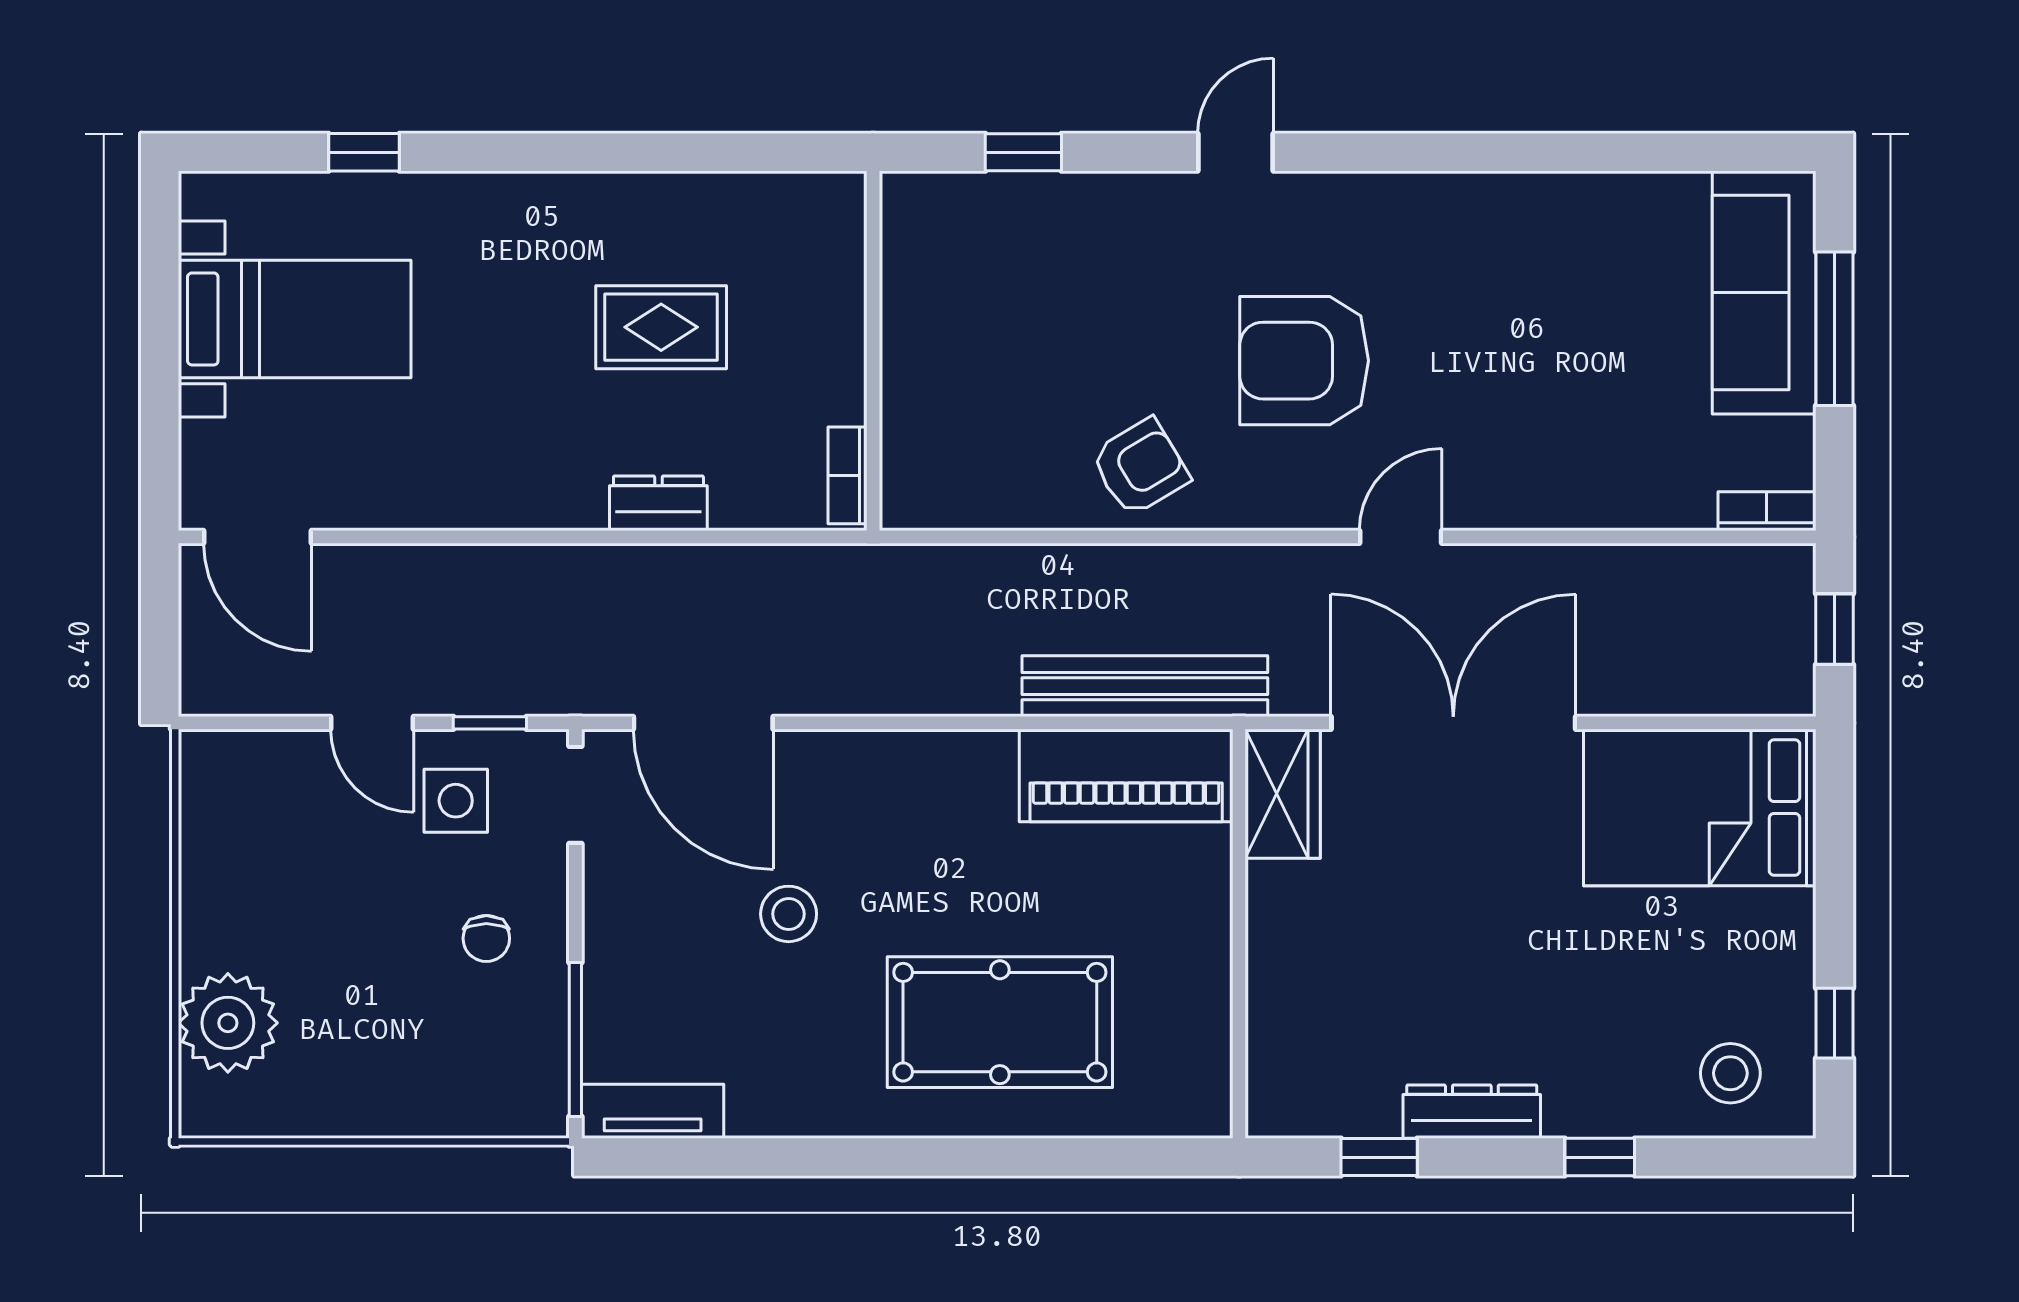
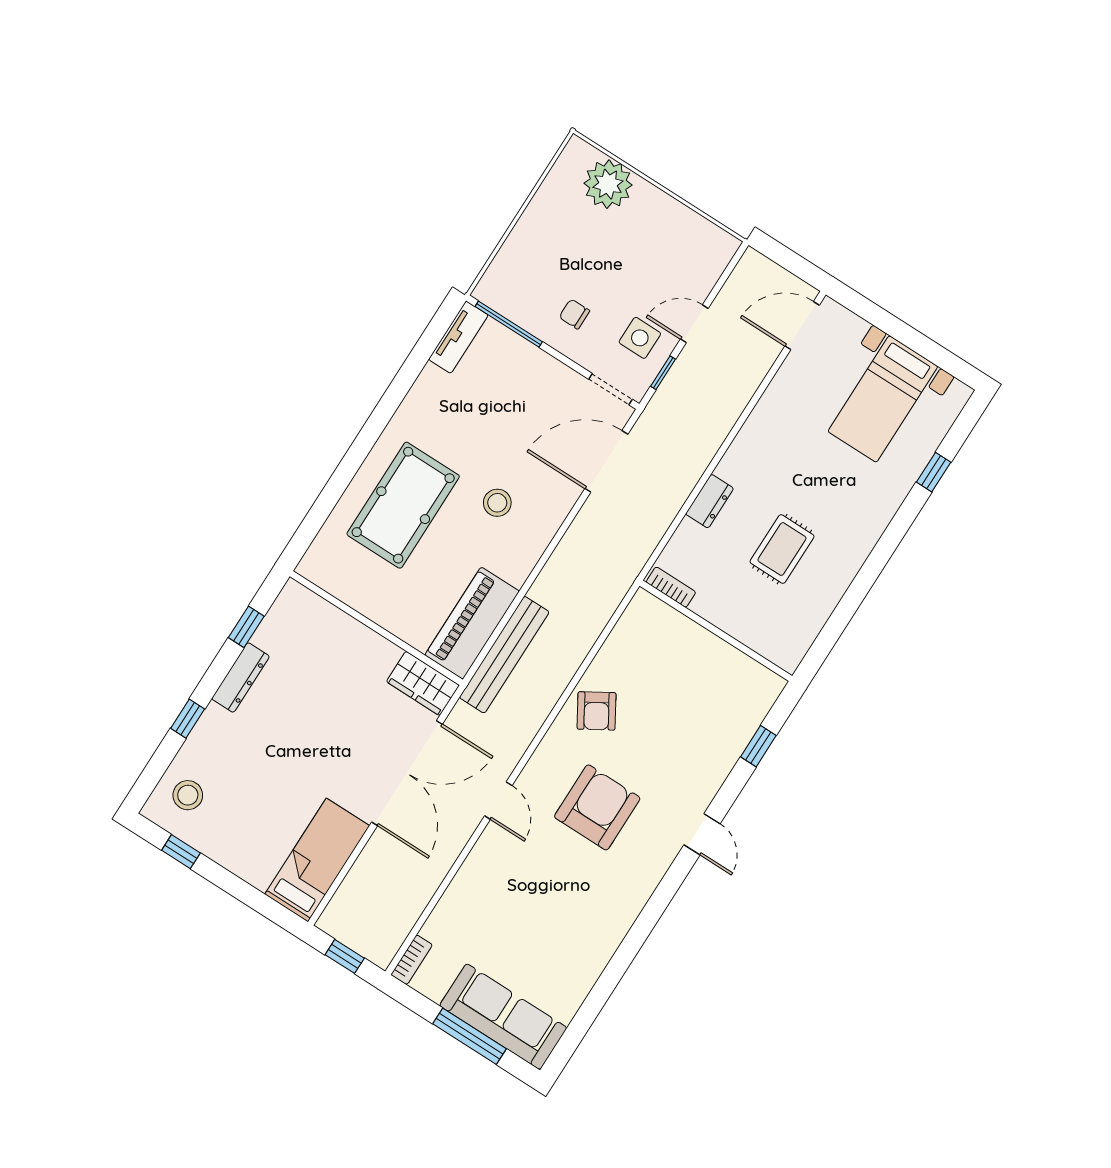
bed: (1700, 808) -> (317, 860), width x0.67
stool: (789, 914) -> (497, 503), moved

